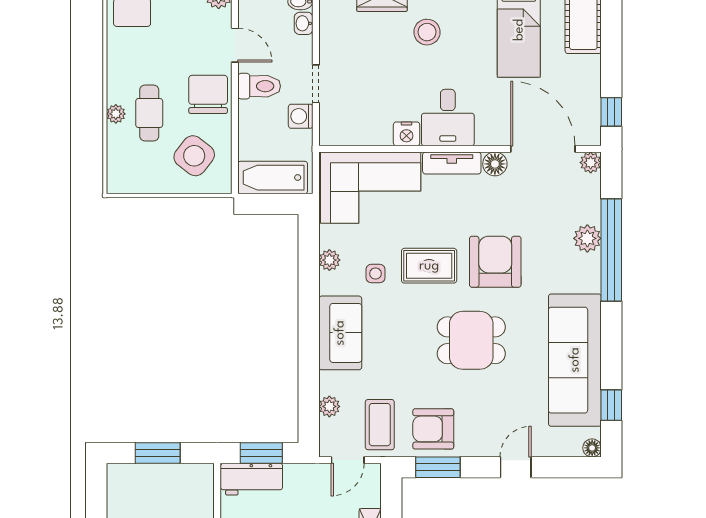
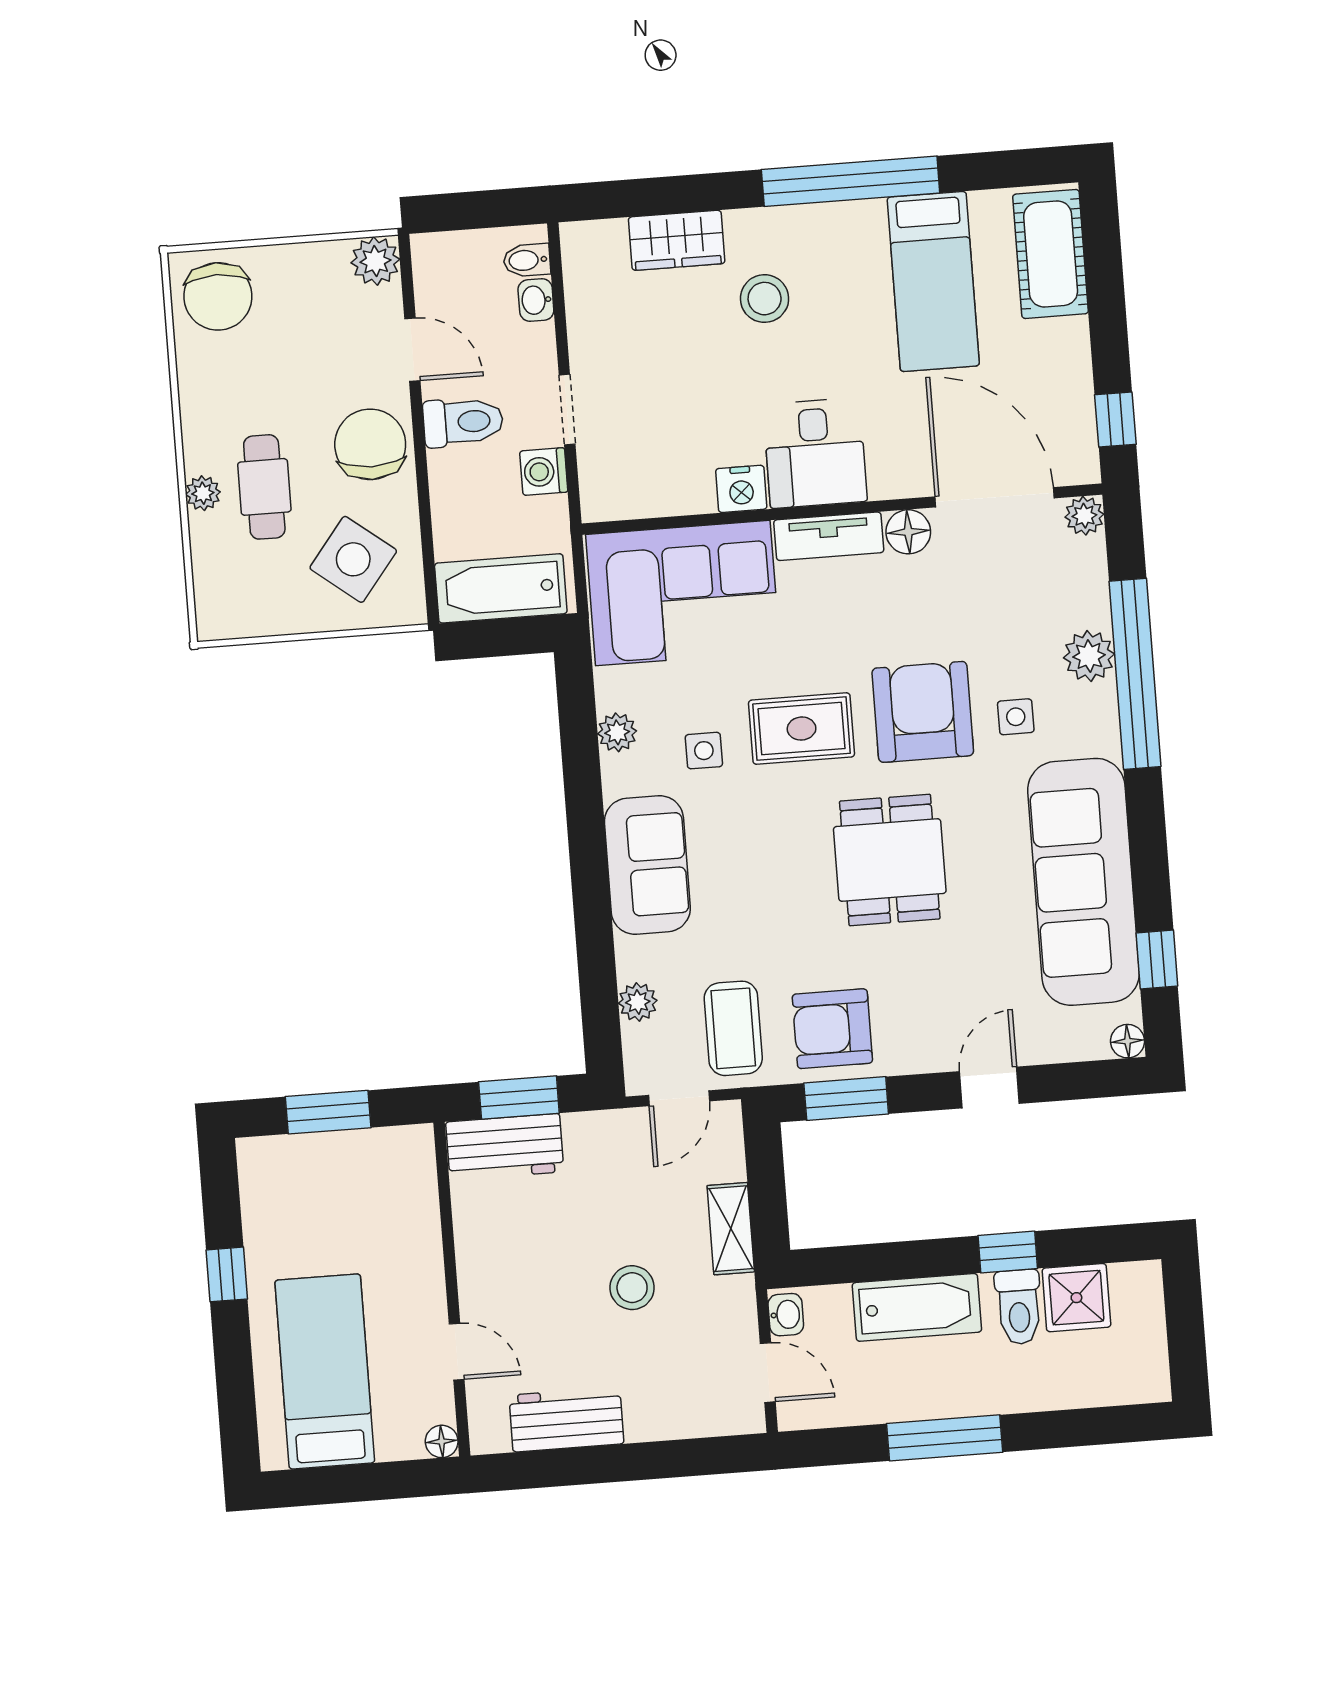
side table: (545, 268) -> (1016, 717), added
dining table: (471, 340) -> (890, 860), turned 90

